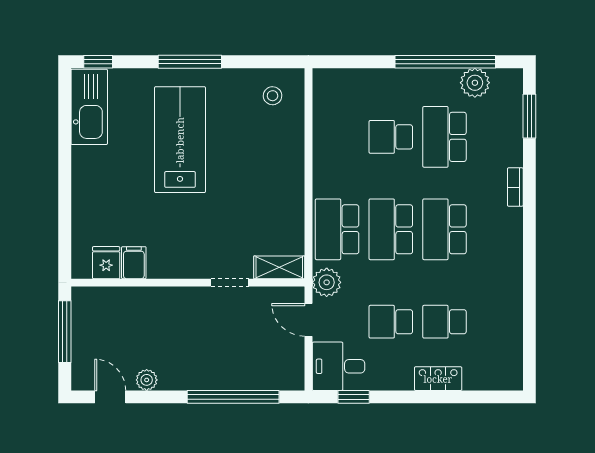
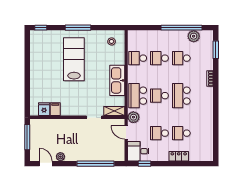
kitchen sink: (89, 107) -> (117, 80), moved, turned 180
school desk: (337, 137) -> (138, 58), added
school desk: (445, 137) -> (181, 58), width x0.54
school desk: (391, 229) -> (159, 96), width x0.54

